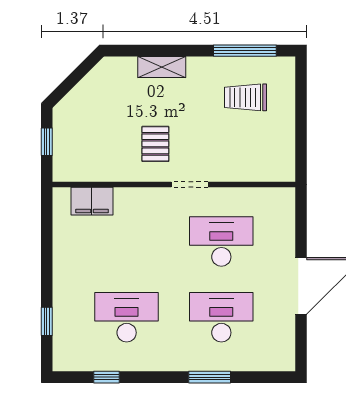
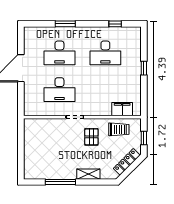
window: (245, 51) -> (60, 182), moved
locker: (83, 92) -> (127, 162), added
trolley: (245, 97) -> (119, 129), moved
window: (47, 321) -> (144, 68), moved

